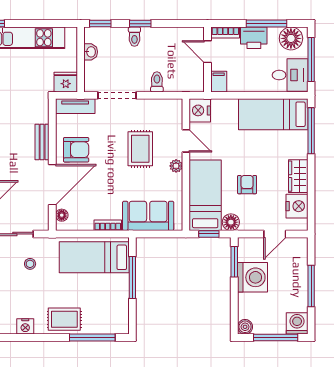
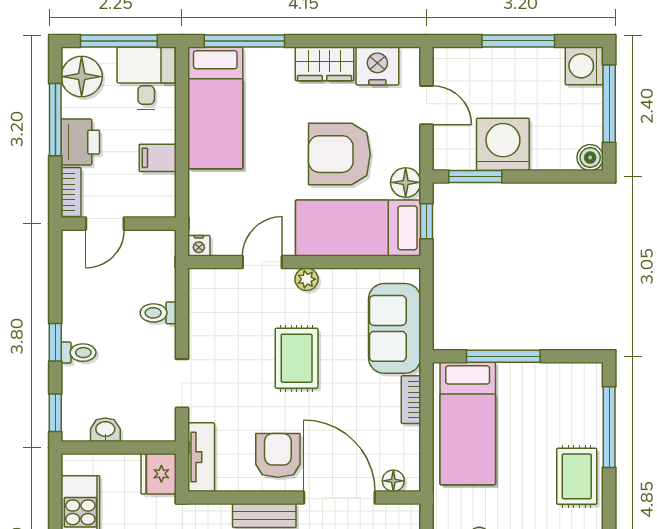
filing cabinet: (219, 82) -> (158, 158), moved
doorway: (117, 95) -> (182, 383), width x0.73
nightstand: (200, 110) -> (199, 246), width x0.53, depth x0.56
rug: (140, 149) -> (297, 358), moved, turned 90
armchair: (247, 185) -> (339, 154), width x1.88, depth x1.88

